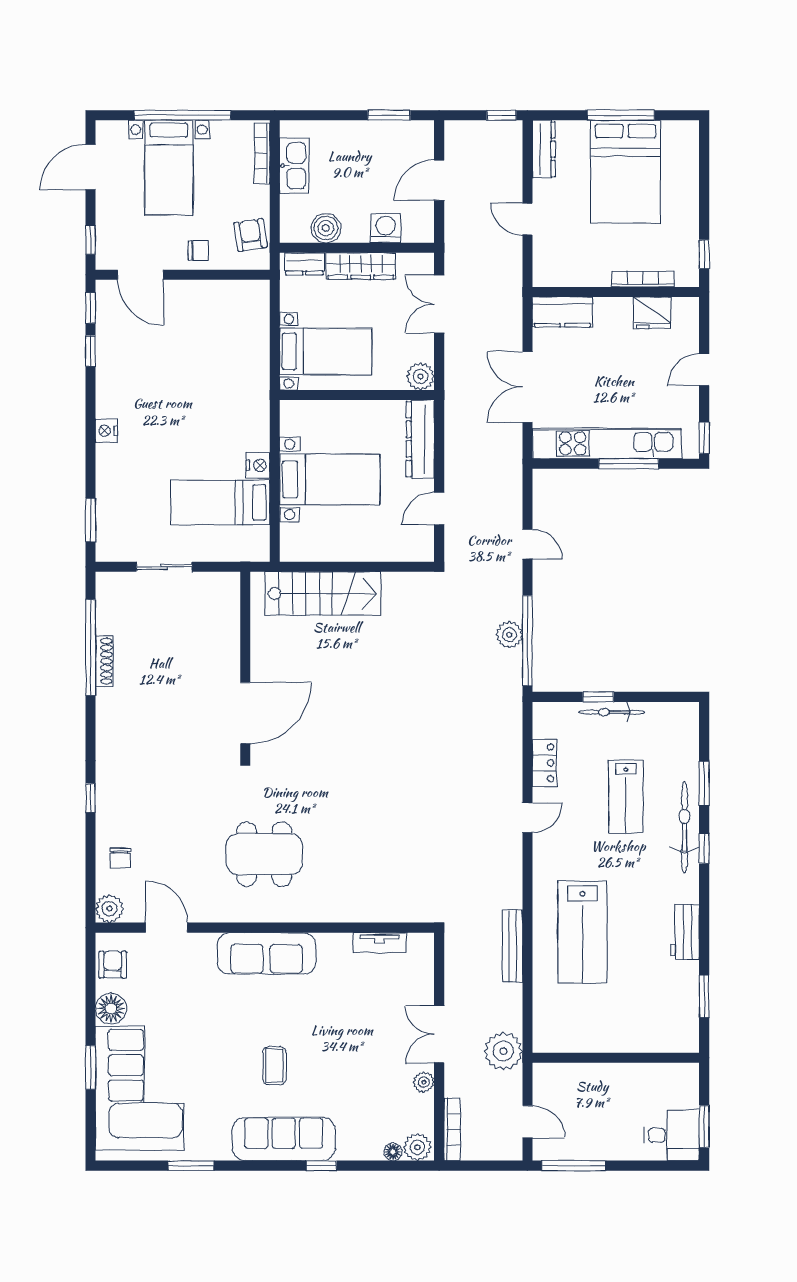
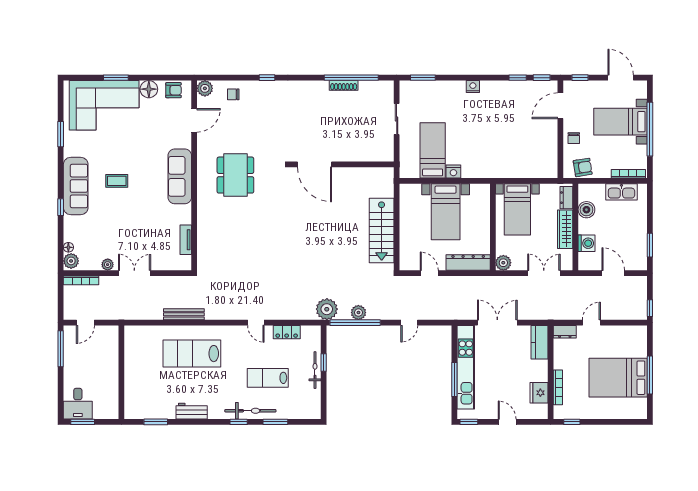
dresser: (544, 149) -> (565, 332), moved, width x0.70
stairs: (323, 594) -> (382, 231), moved
plant: (503, 1051) -> (327, 309), moved

